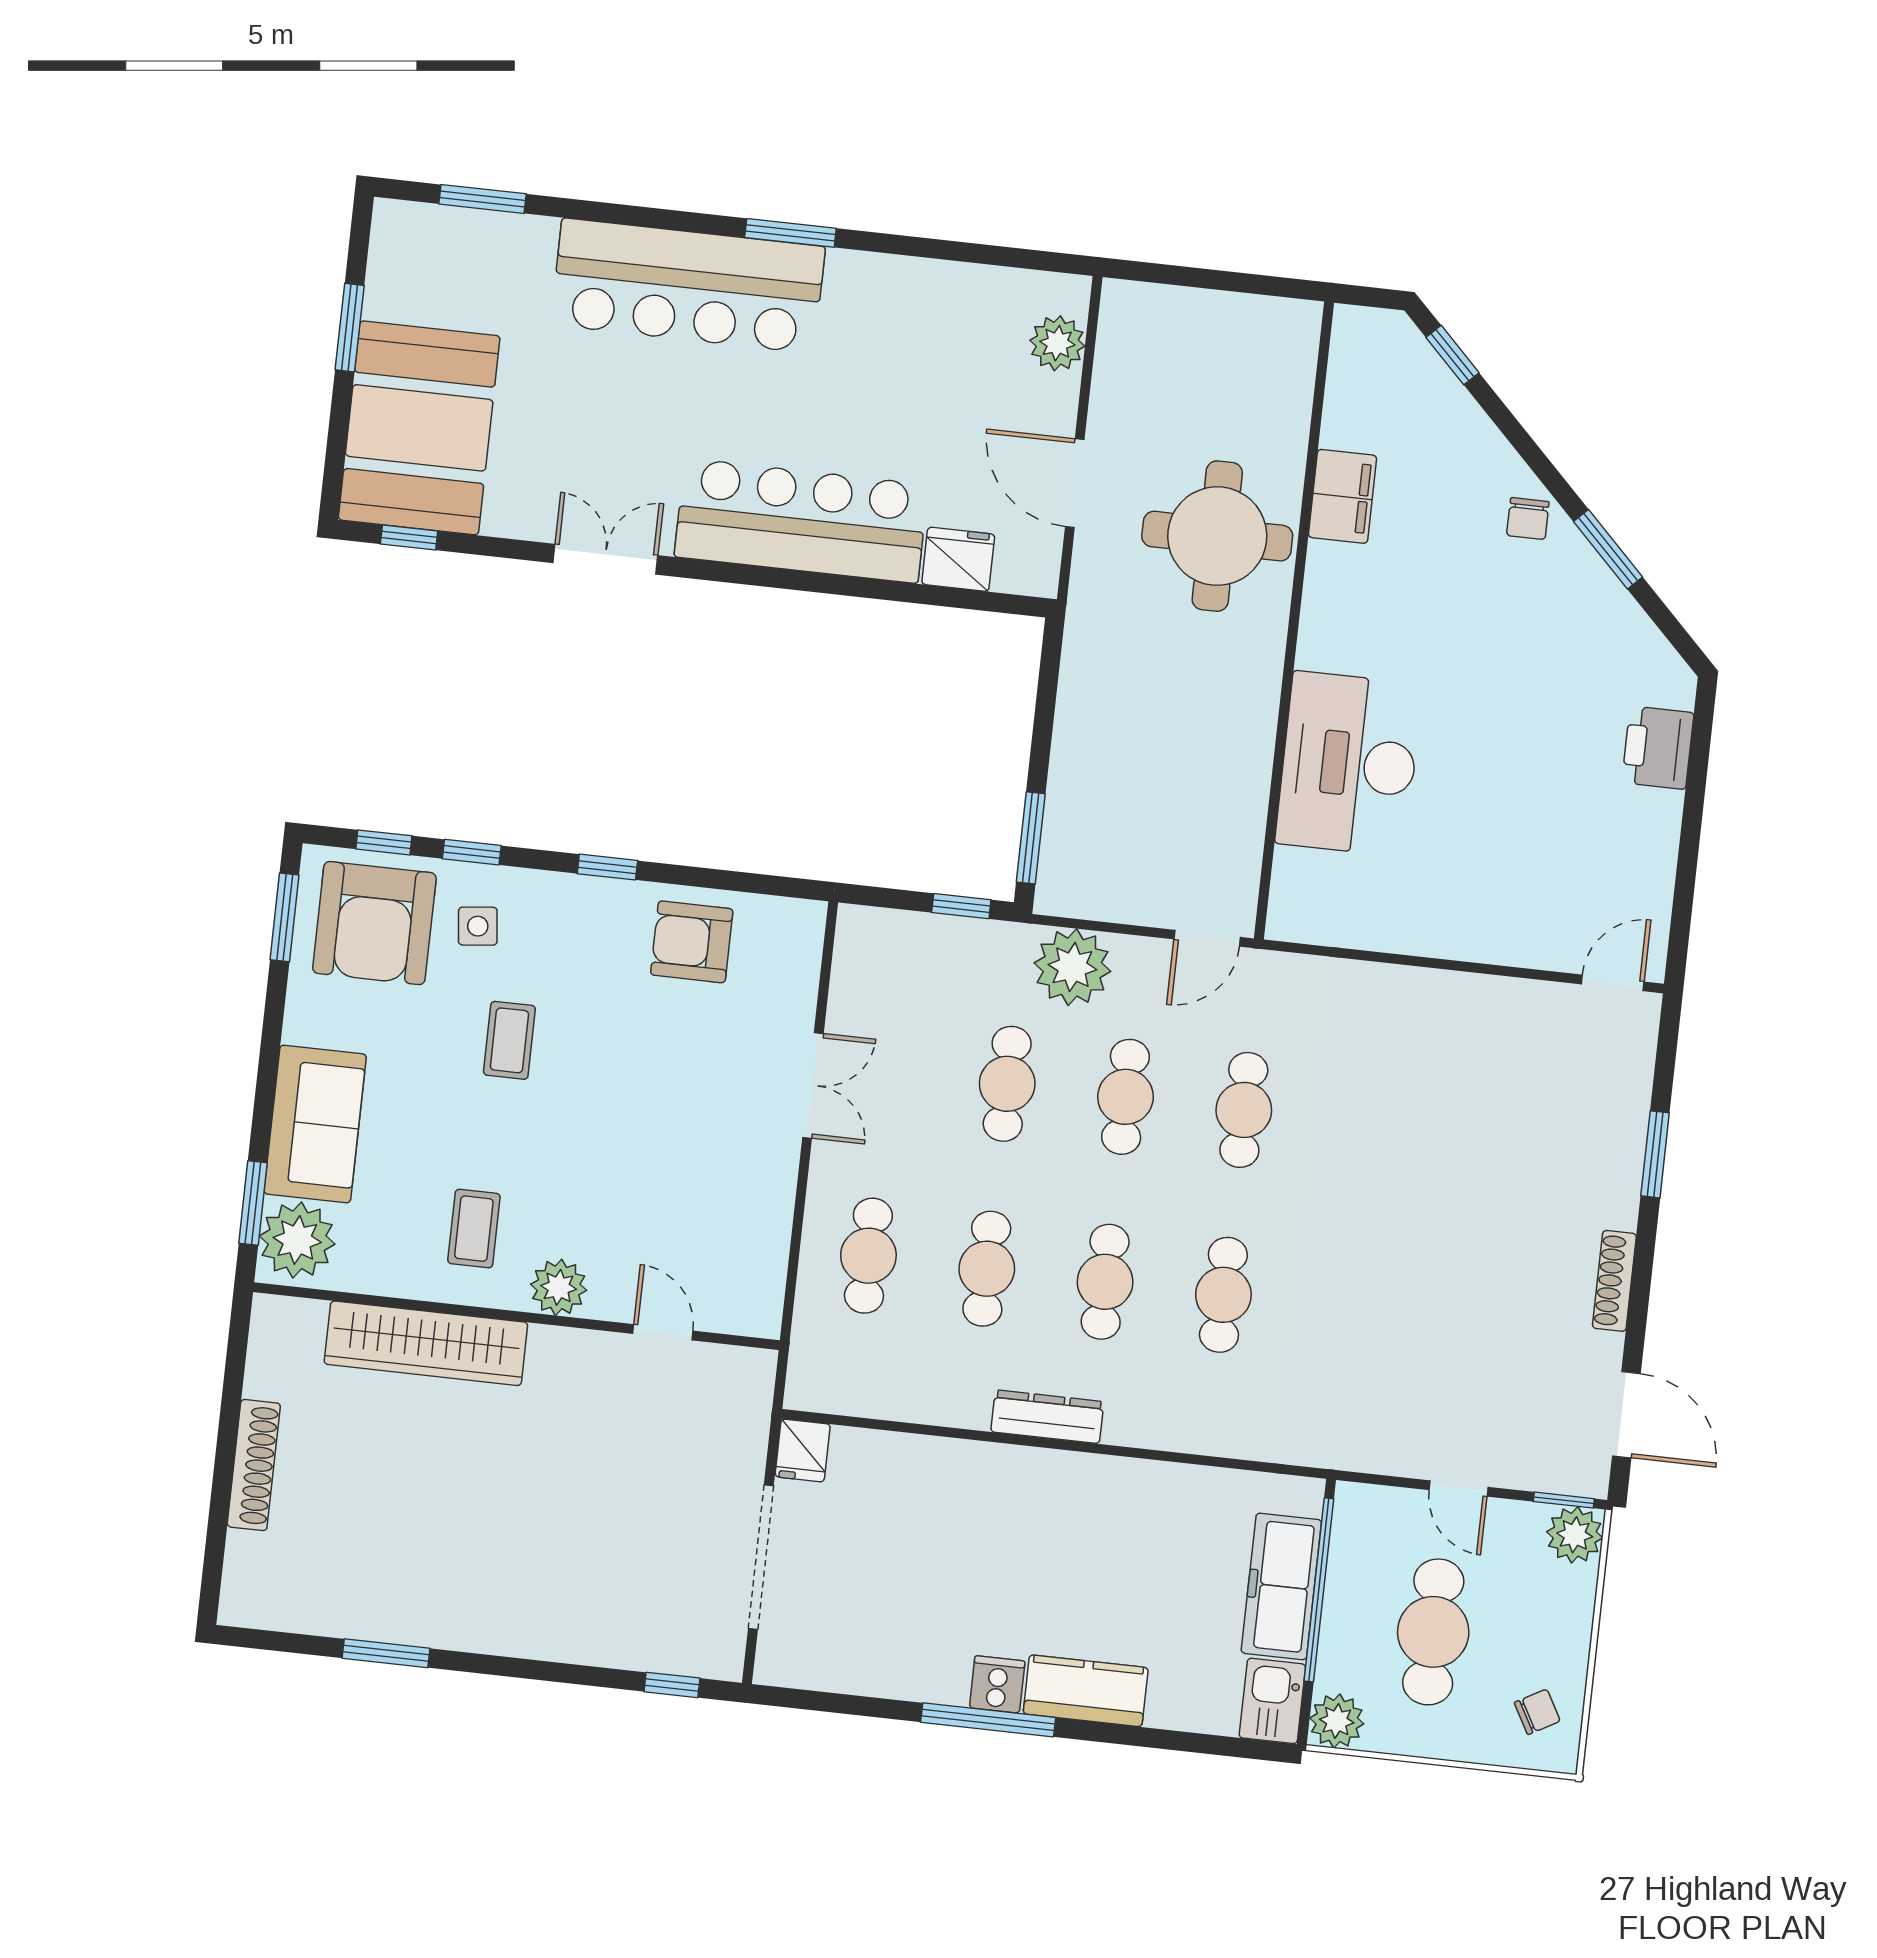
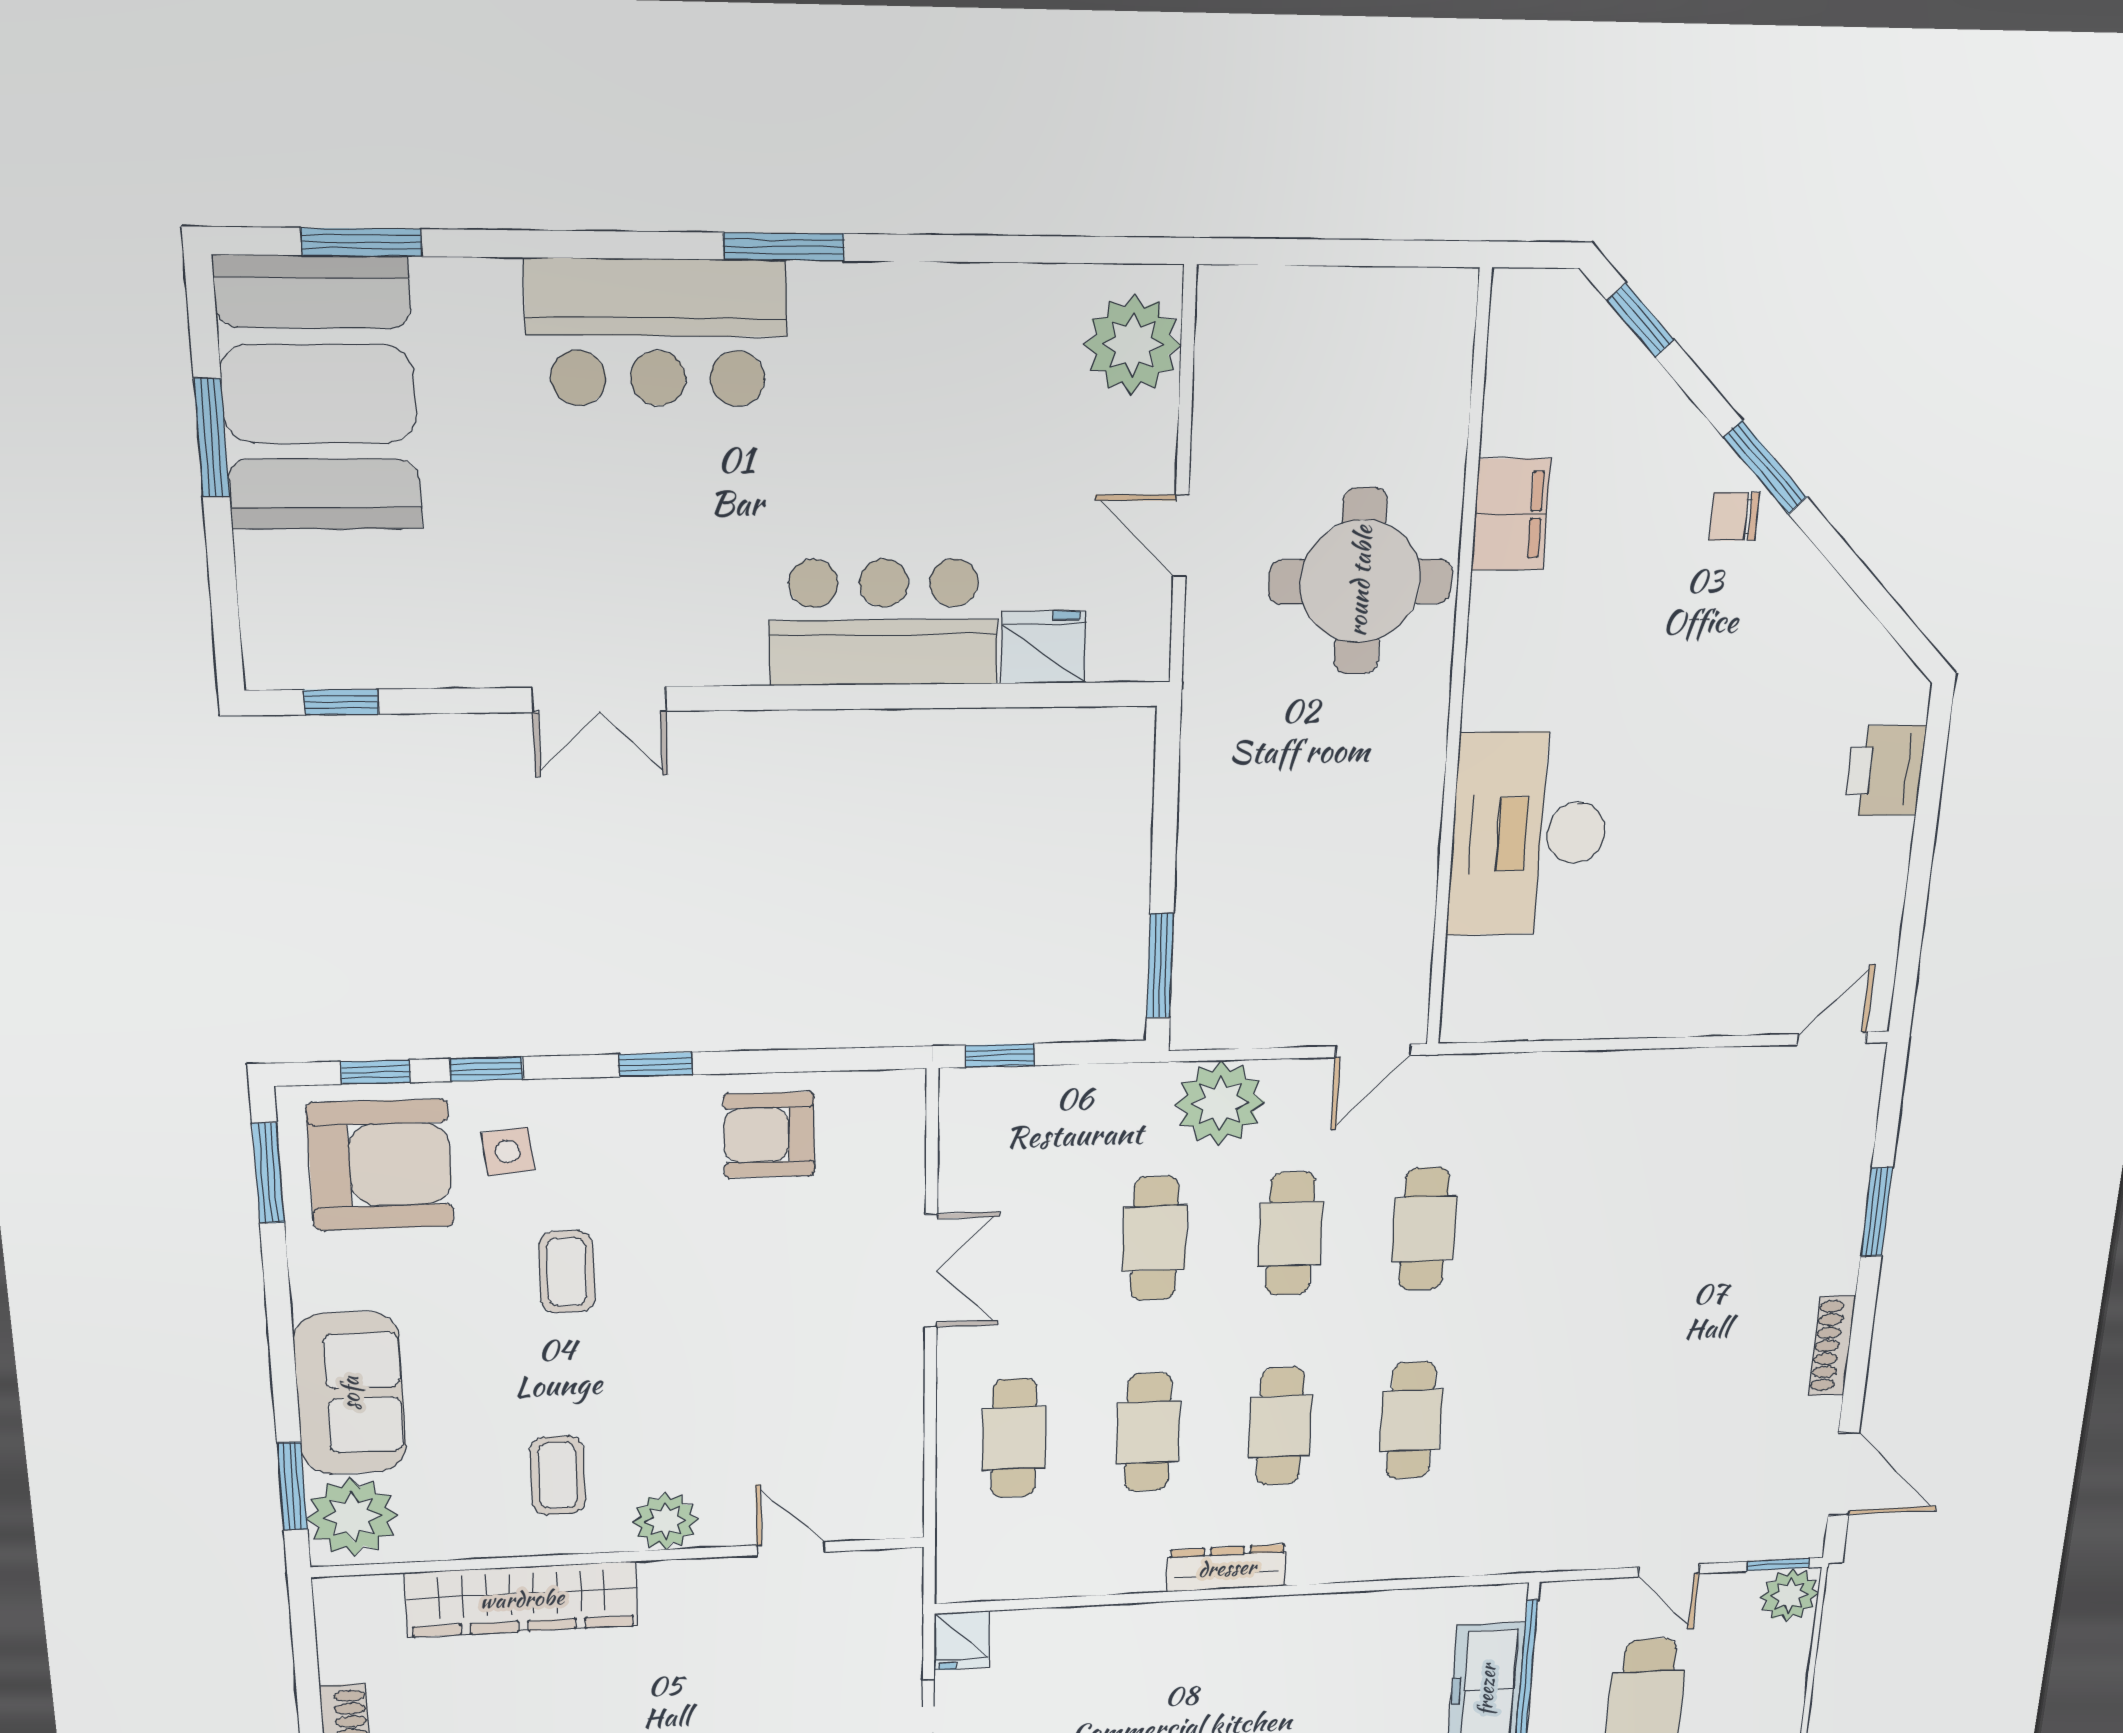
bar counter: (688, 286) -> (657, 333), width x0.73
plant: (1057, 343) -> (1133, 345), width x1.36, depth x1.36
booth: (419, 428) -> (319, 394), moved
door: (1075, 483) -> (1181, 536), width x0.73
chair: (1528, 519) -> (1734, 516), turned 90
bar counter: (801, 521) -> (884, 622), width x0.73
window: (1608, 549) -> (1765, 467), moved
double door: (605, 559) -> (599, 699), swing flipped
window: (961, 906) -> (1000, 1055), moved
armchair: (374, 923) -> (381, 1165), turned -90

